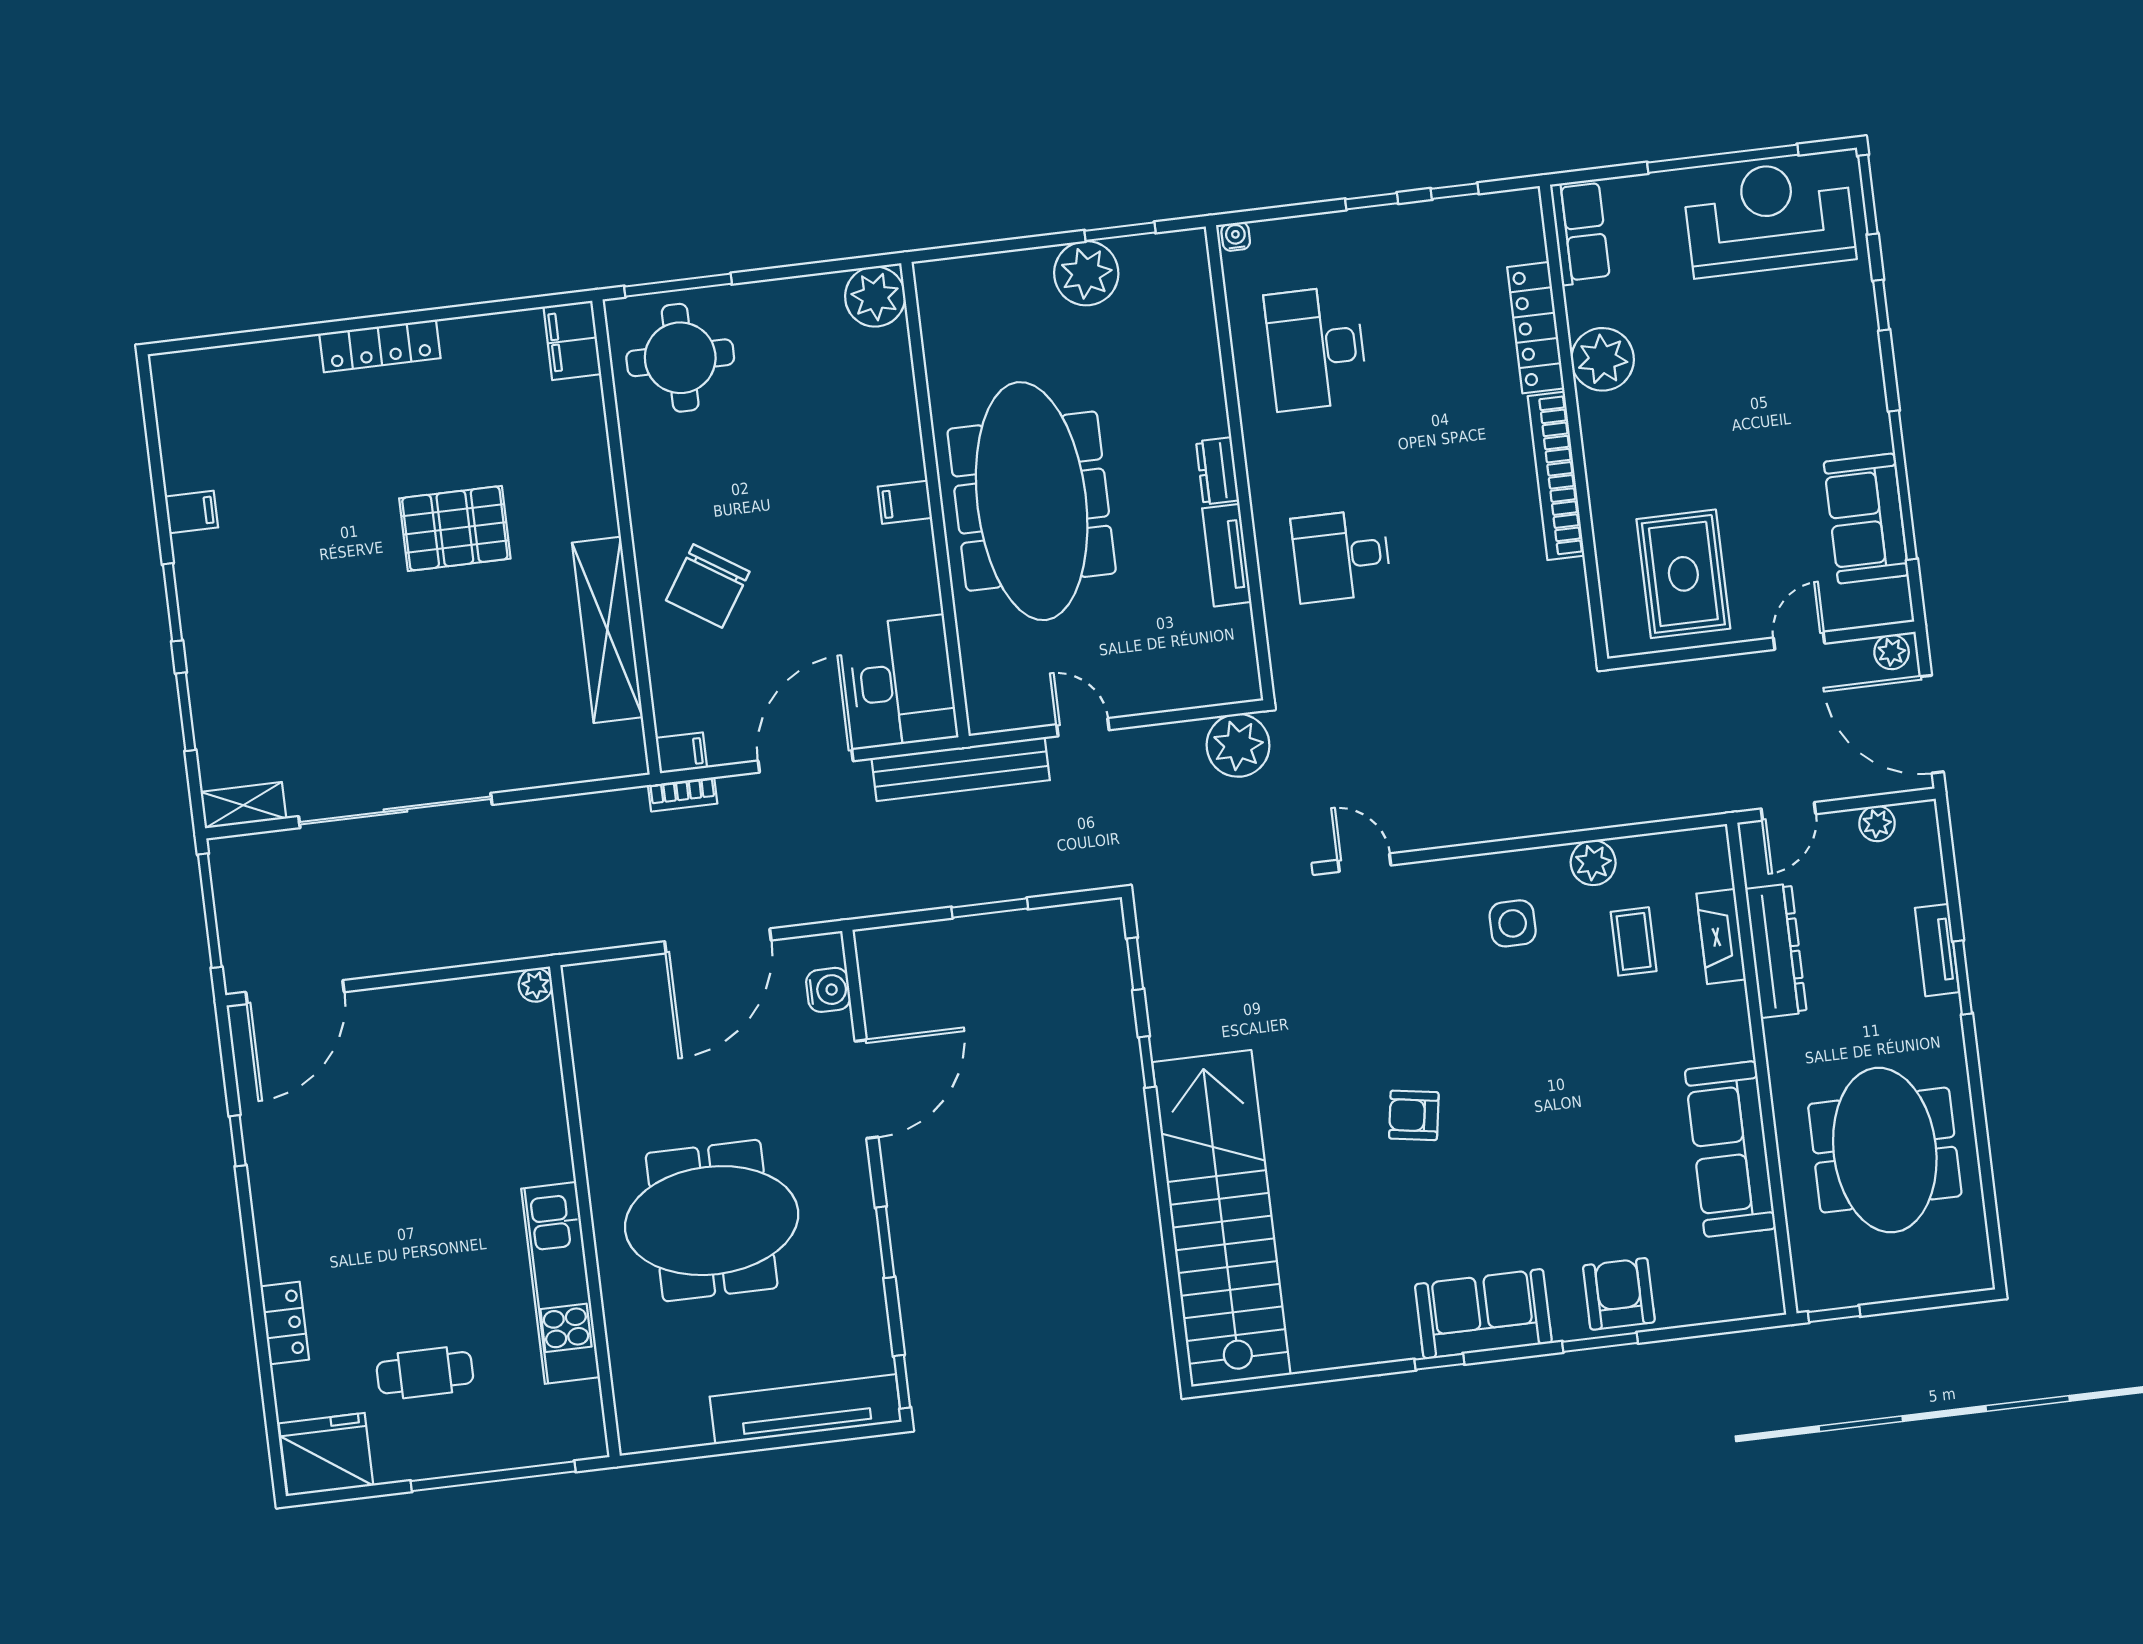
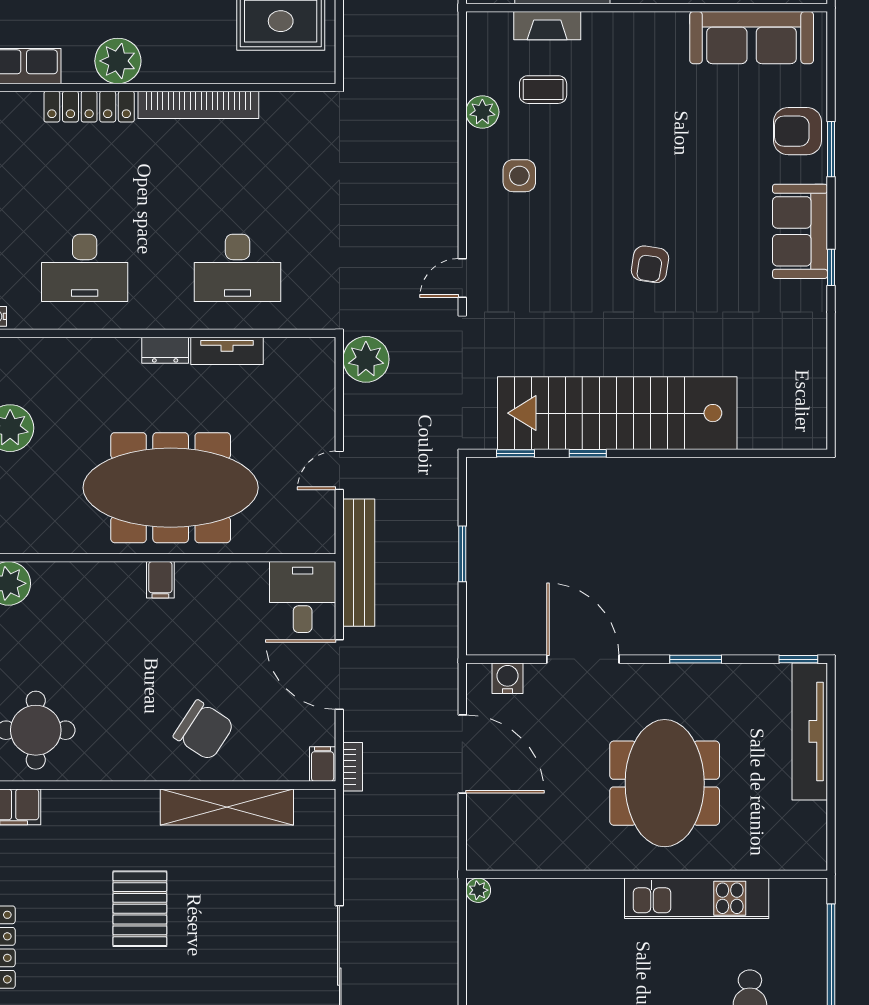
desk: (1341, 556) -> (238, 268), width x1.37
desk: (903, 682) -> (303, 597), width x0.73
sofa: (1730, 1149) -> (752, 38), moved
stairs: (1221, 1218) -> (617, 413), moved

